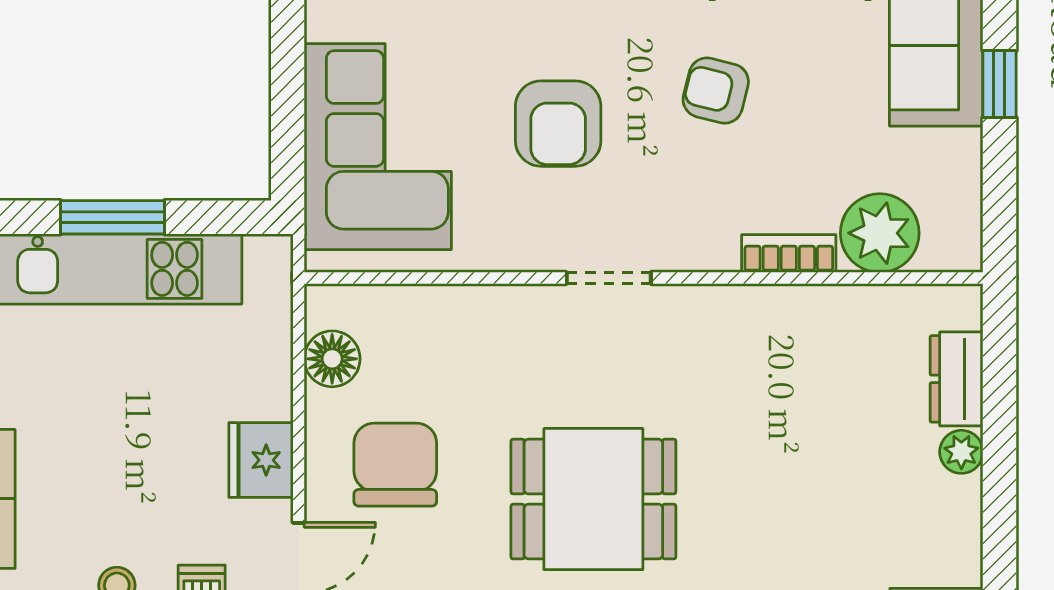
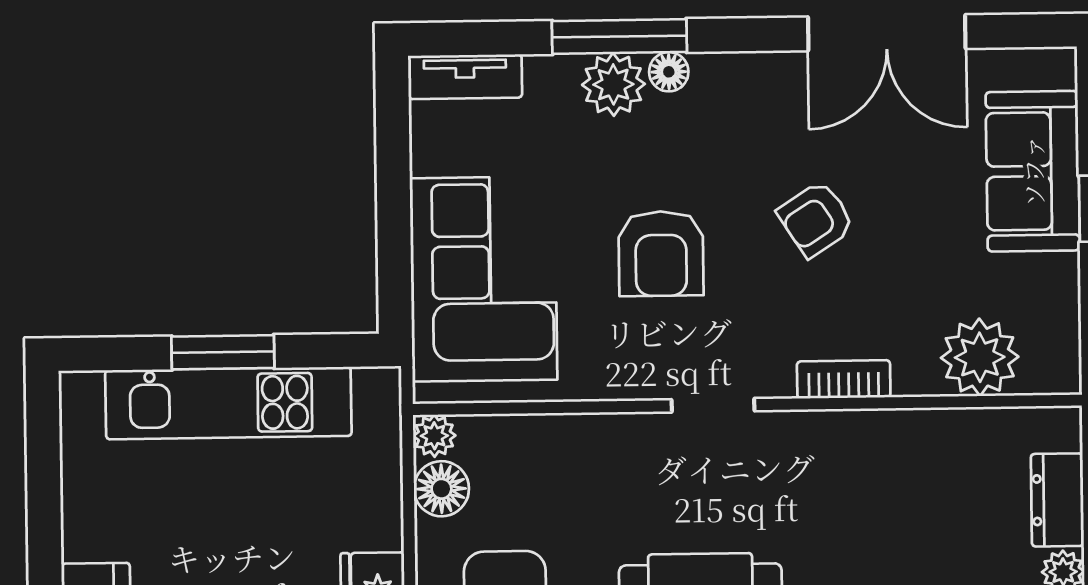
armchair: (716, 91) -> (816, 219), turned -47
bookcase: (789, 254) -> (844, 379), moved
plant: (326, 305) -> (434, 436), added

